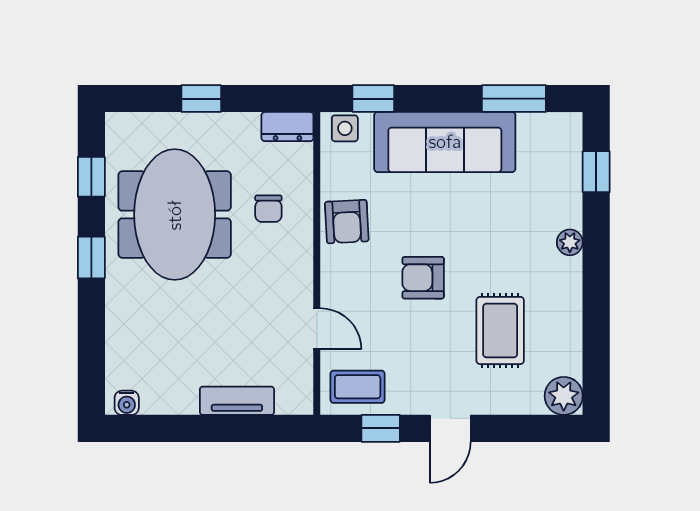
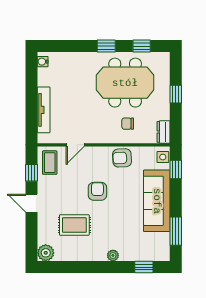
tv unit: (237, 401) -> (44, 110), width x1.41

